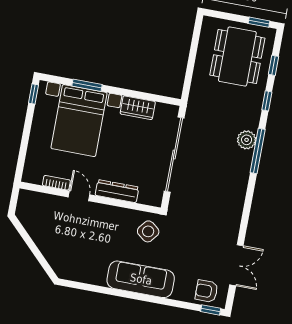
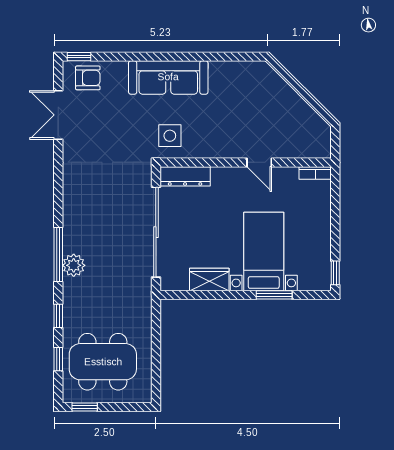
dining table: (237, 57) -> (103, 362), turned 90
bed with nightstands: (79, 121) -> (264, 251), width x0.73
bookcase: (56, 183) -> (315, 173), moved
dresser: (117, 191) -> (185, 176), moved
side table: (148, 231) -> (170, 136), turned -38

